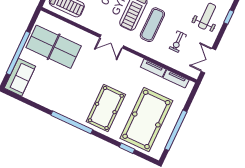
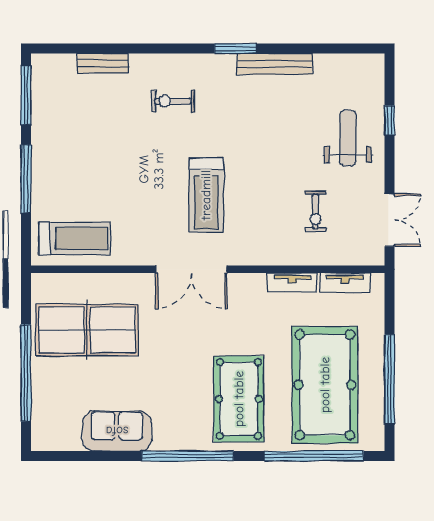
exercise mat: (152, 25) -> (253, 202), removed
double door: (112, 42) -> (191, 269), width x1.37
double door: (208, 61) -> (389, 220), swing flipped
sofa: (20, 77) -> (117, 431), moved, turned -90
window: (127, 148) -> (314, 456), width x3.17

